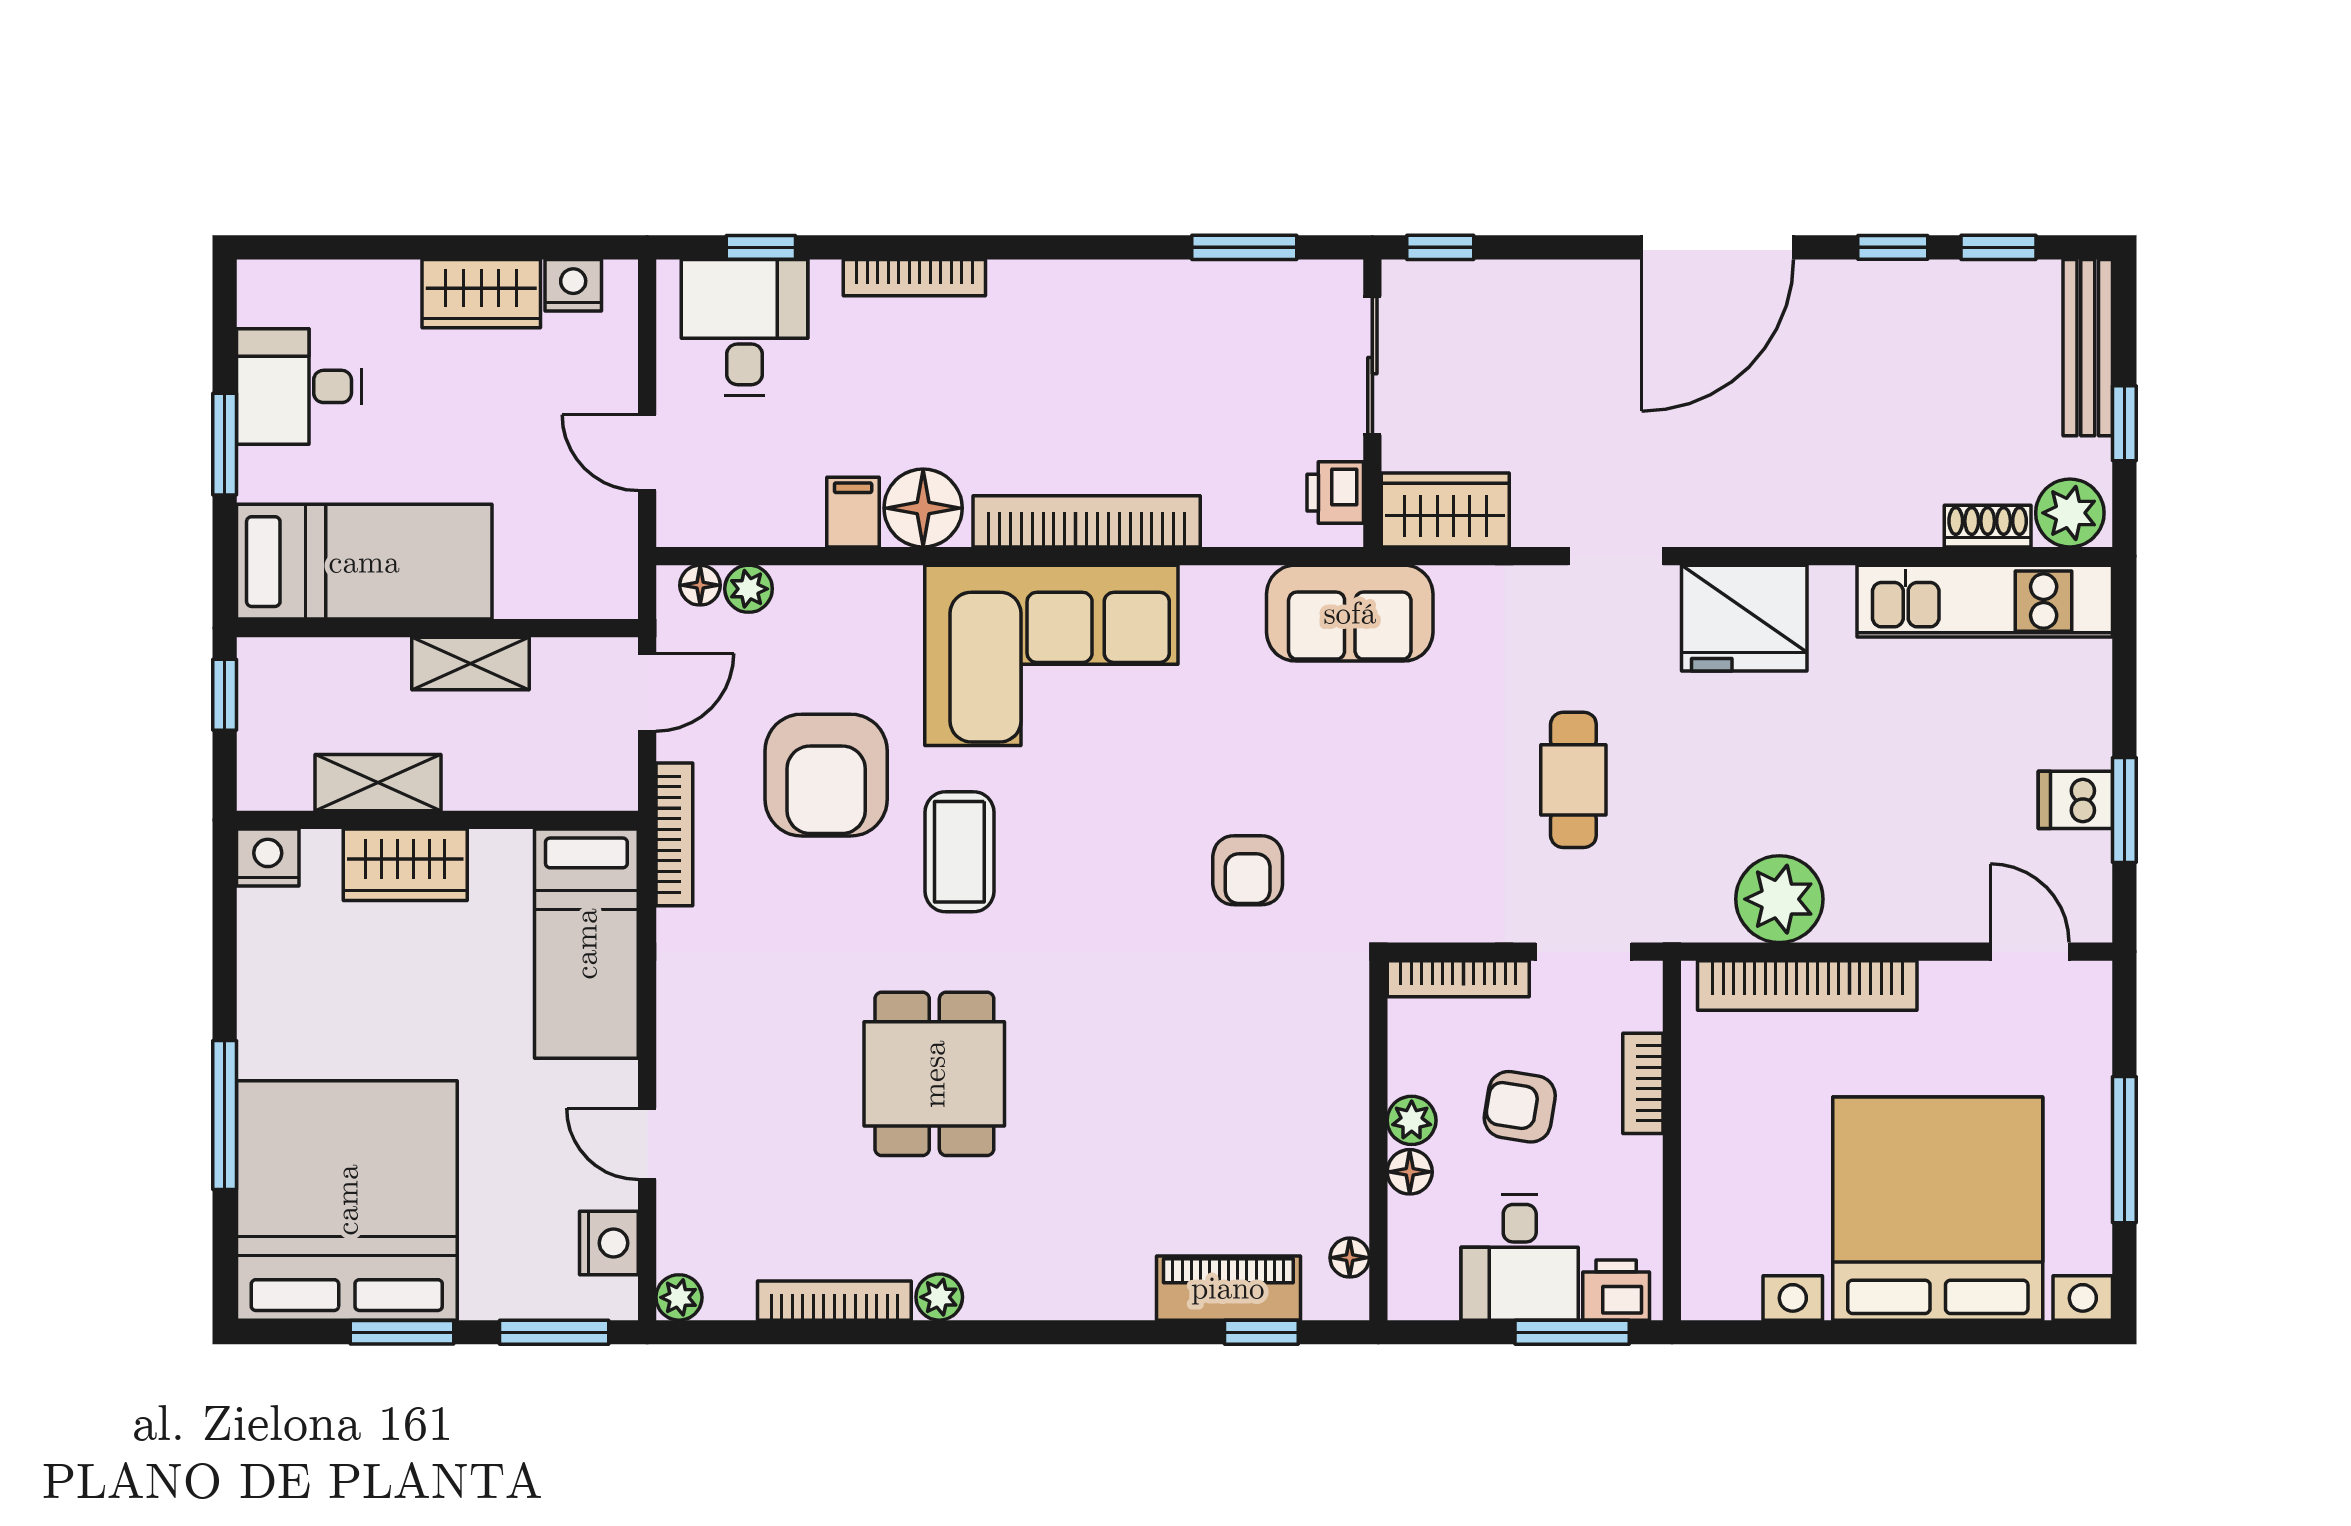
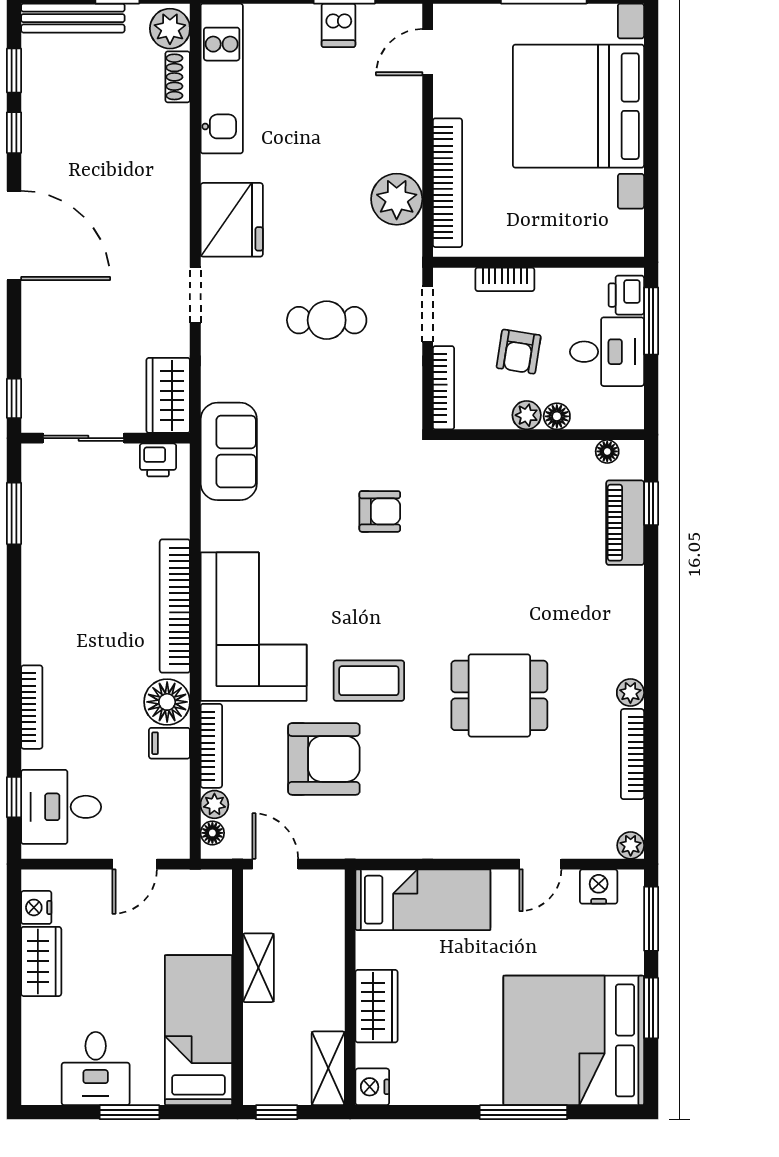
shelving: (378, 783) -> (328, 1068), moved
bookcase: (674, 834) -> (211, 746), moved, turned 90

